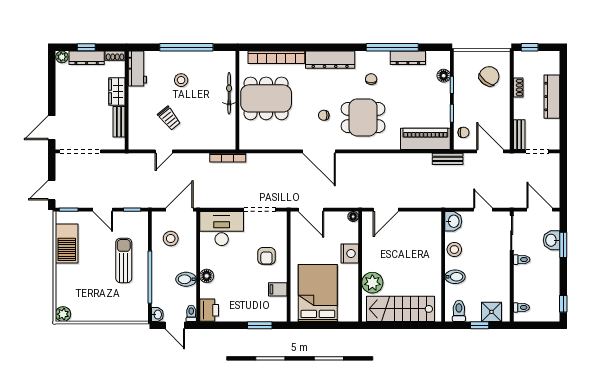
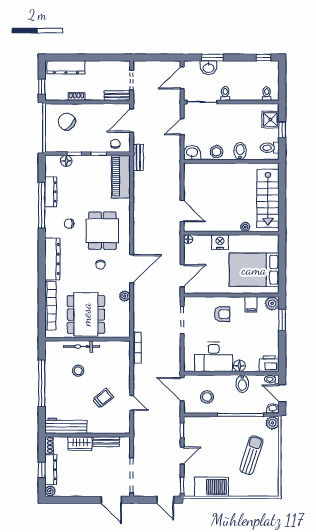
workbench: (137, 68) -> (66, 426), width x1.38
stool: (181, 80) -> (78, 371), moved
dresser: (552, 97) -> (66, 67), moved
plant: (287, 143) -> (125, 296), added
desk: (222, 229) -> (214, 357), moved, turned -90
sun lounger: (124, 260) -> (251, 455), moved, turned 108
plant: (372, 283) -> (245, 227), width x0.53, depth x0.53
plant: (63, 314) -> (272, 423), moved
plant: (279, 314) -> (272, 303), added
door: (175, 325) -> (282, 393), swing flipped

